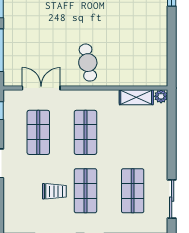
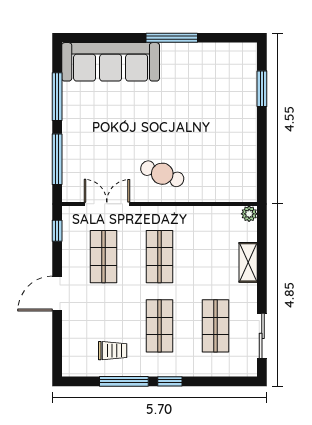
cafe table: (88, 63) -> (162, 174), turned -59
shelving: (136, 97) -> (248, 262), moved, turned 90
trolley: (54, 191) -> (113, 351), moved

